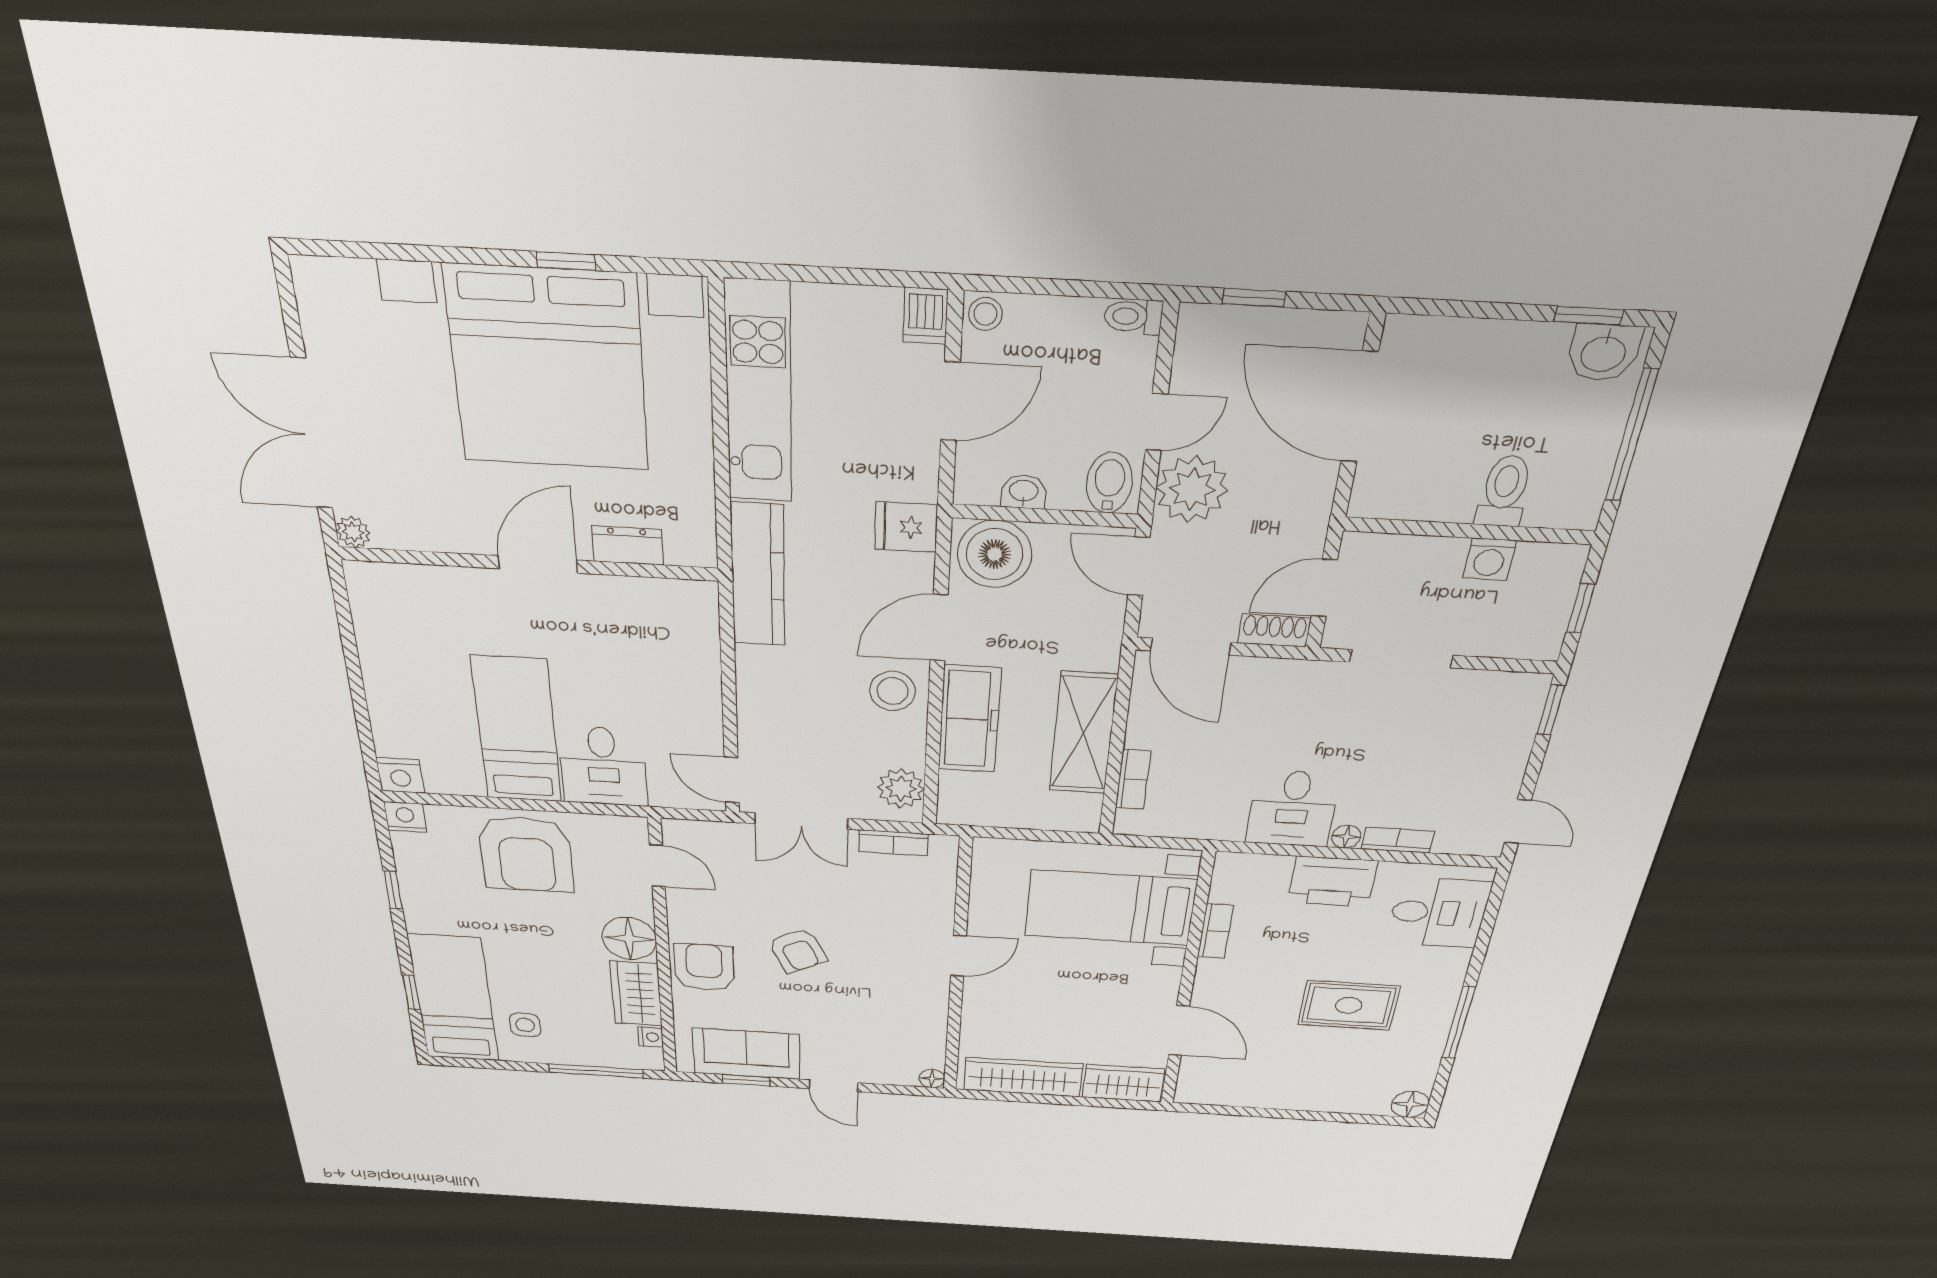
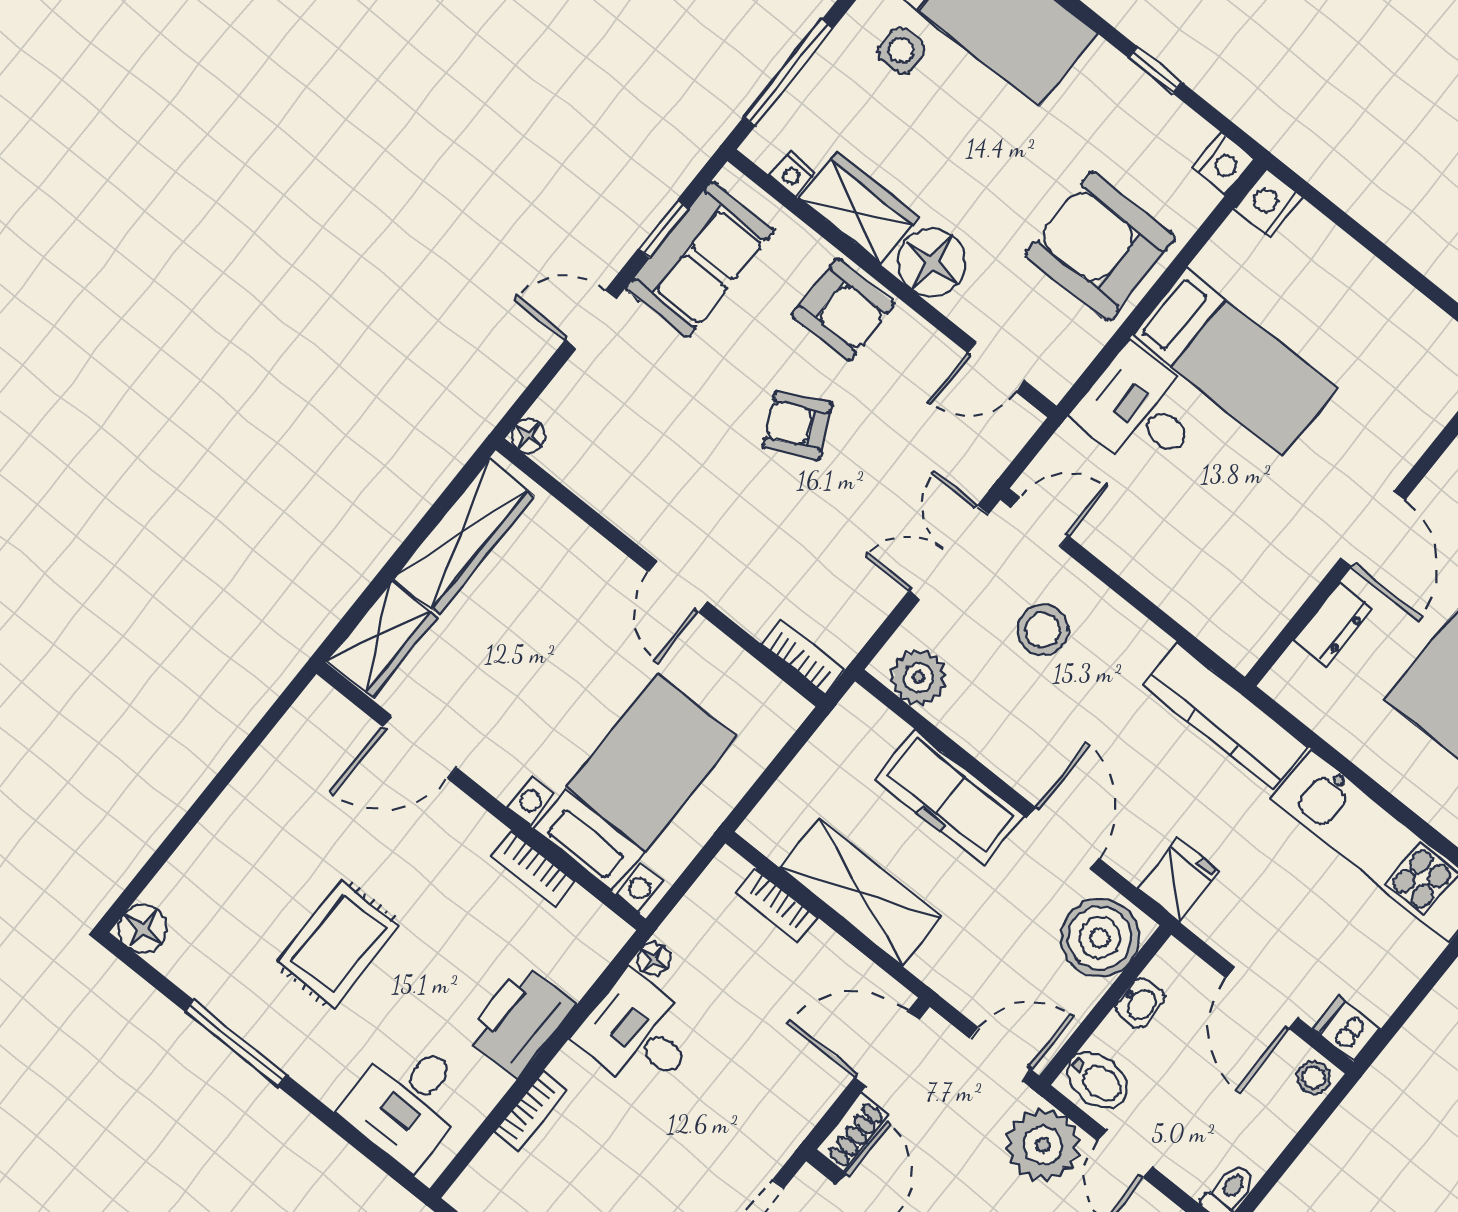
stool: (893, 691) -> (1043, 630), moved
floor lamp: (1346, 837) -> (653, 959), moved
bookcase: (893, 843) -> (803, 657), moved, turned 90

